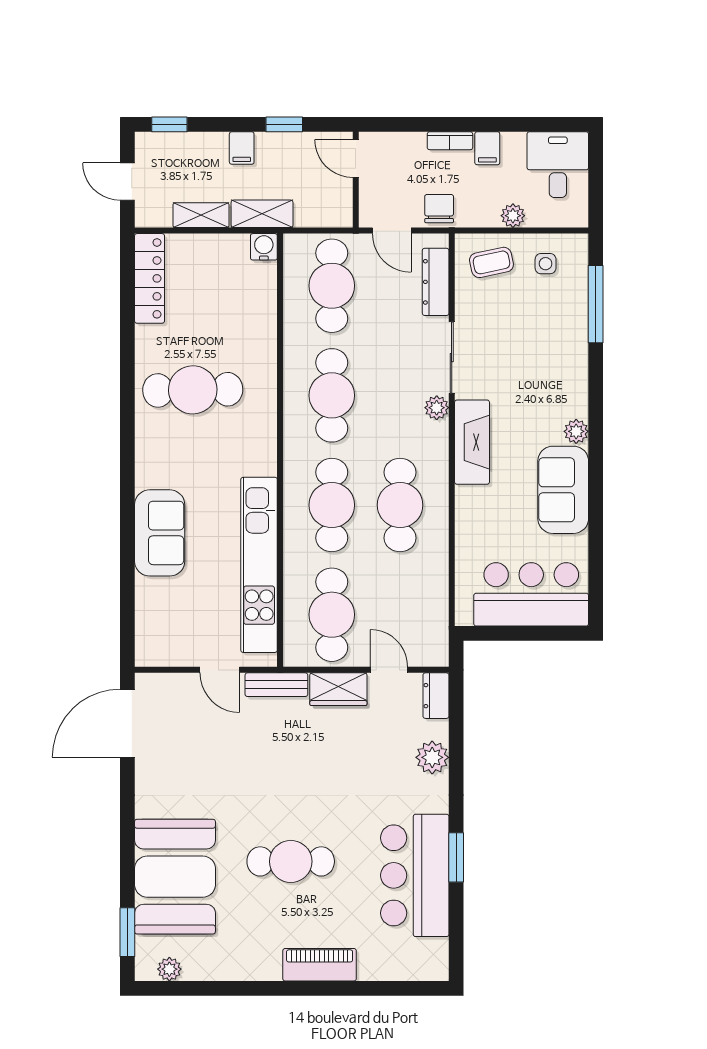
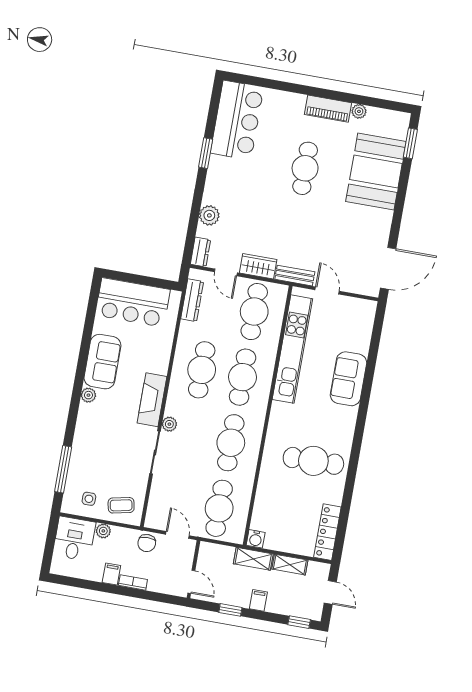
desk: (558, 165) -> (74, 539), moved, turned 180
dresser: (436, 282) -> (192, 300), moved
cafe table: (291, 861) -> (305, 168), turned 90
bar counter: (415, 875) -> (237, 120), moved
piano: (320, 965) -> (328, 109), moved
plant: (169, 969) -> (359, 111), moved

